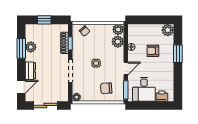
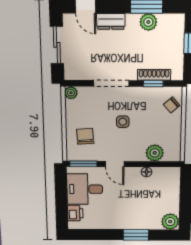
plant: (118, 29) -> (173, 154), removed
armchair: (153, 51) -> (140, 201), removed

